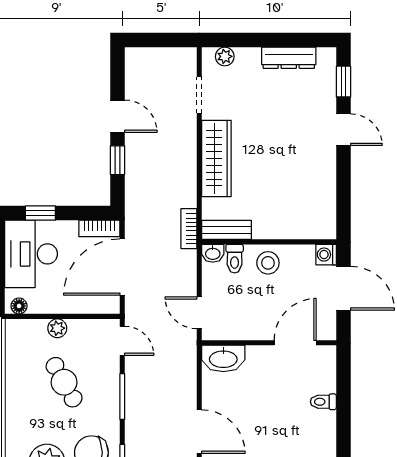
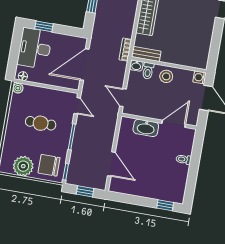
bookcase: (99, 228) -> (75, 41), removed
plant: (57, 328) -> (18, 88), moved
washbasin: (223, 358) -> (146, 128), moved
cafe table: (64, 382) -> (41, 123), turned -61

